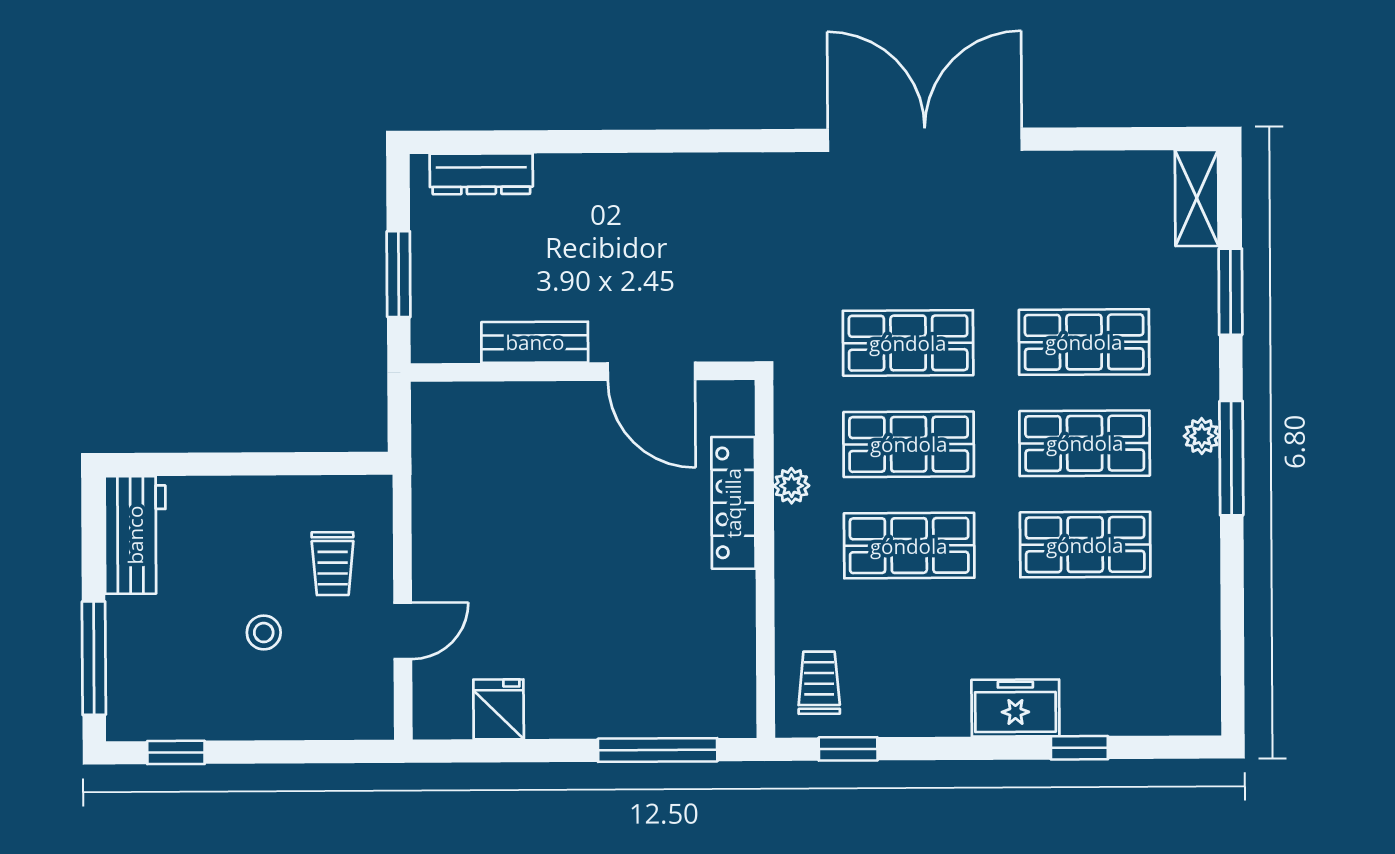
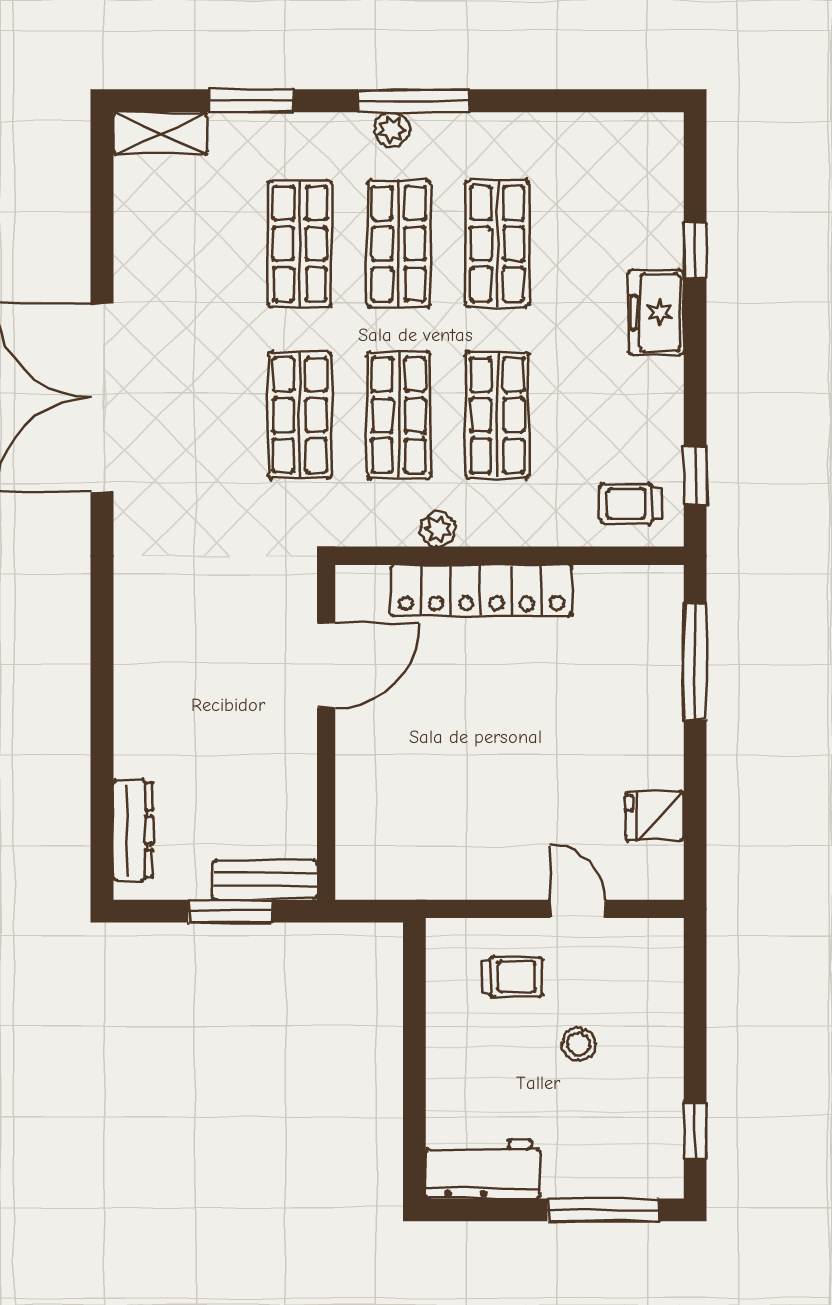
bench: (535, 342) -> (265, 880), moved, turned 90
locker: (733, 503) -> (481, 590), width x1.41, depth x1.21

